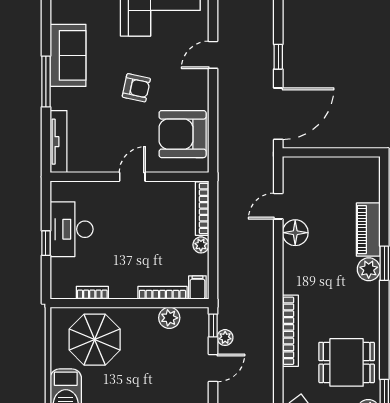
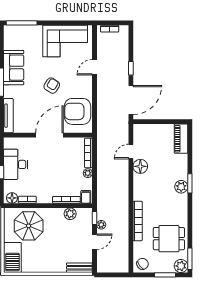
armchair: (136, 88) -> (52, 86), turned -70
door: (132, 177) -> (50, 135), width x1.87
piano: (368, 230) -> (181, 139), moved
floor lamp: (65, 289) -> (12, 198), added

